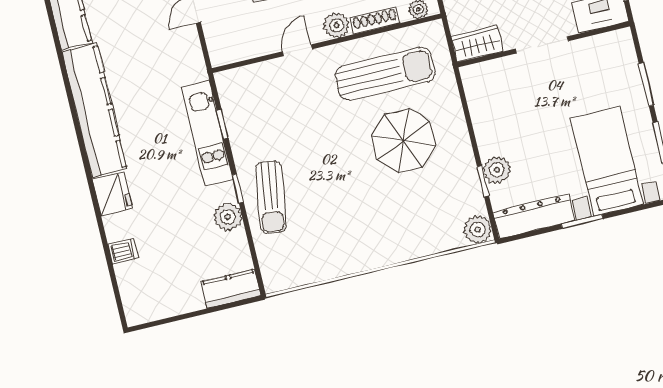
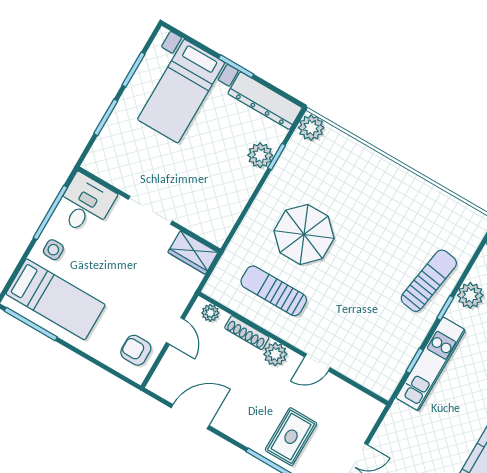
sun lounger: (385, 74) -> (274, 291), width x0.73, depth x0.75

